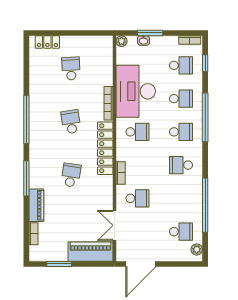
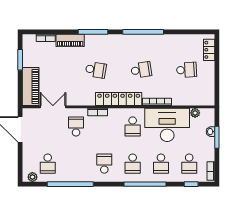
plant: (122, 41) -> (195, 113), moved
school desk: (137, 198) -> (76, 126), turned 180

